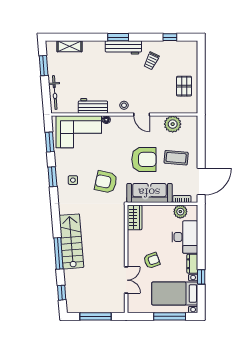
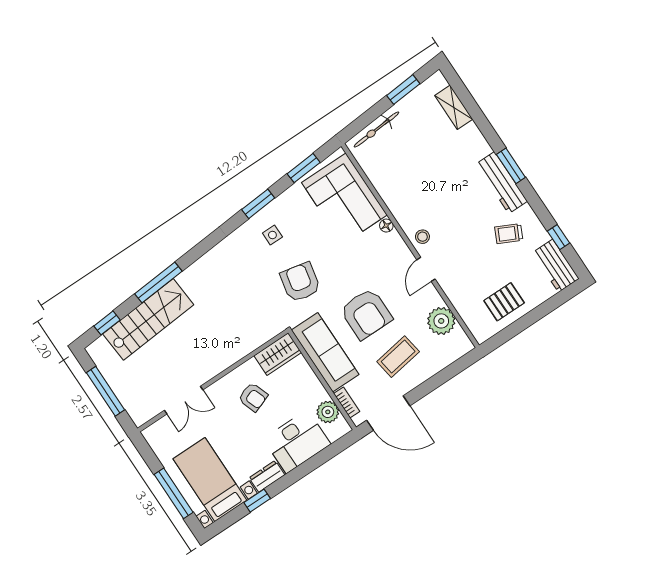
workbench: (93, 106) -> (556, 266), moved, turned 180
coffee table: (176, 158) -> (398, 357), turned 76
stairs: (71, 241) -> (148, 319), moved
armchair: (152, 260) -> (253, 397), moved

